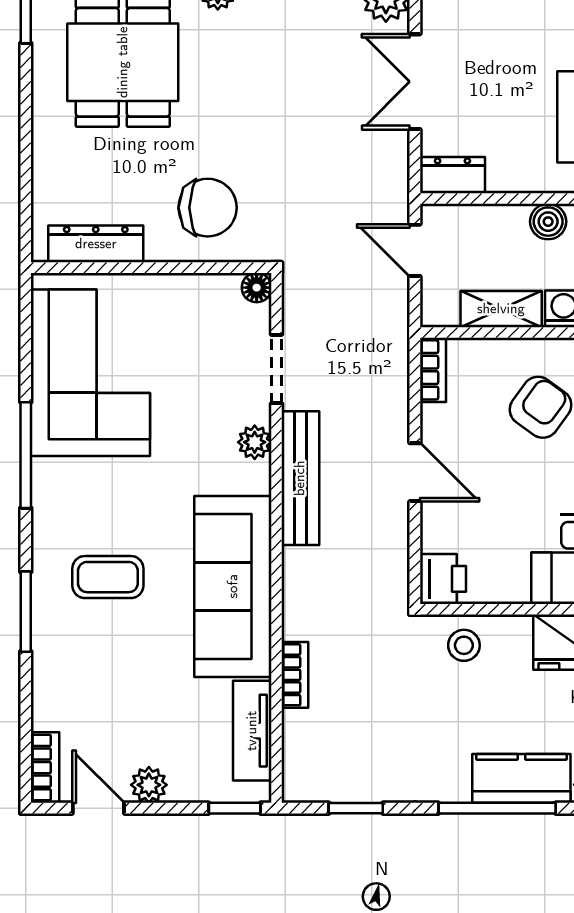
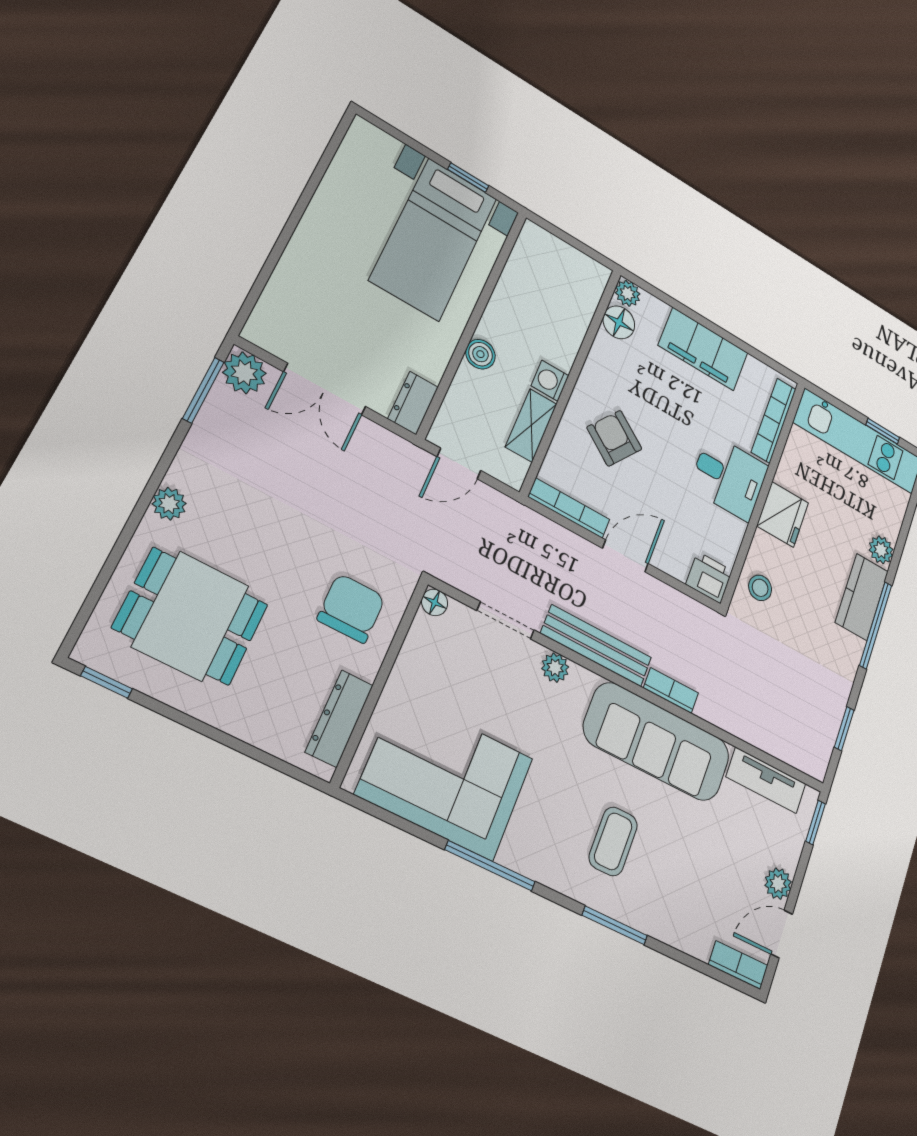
bookcase: (433, 370) -> (569, 508), width x1.56
bookcase: (295, 675) -> (671, 691), moved

